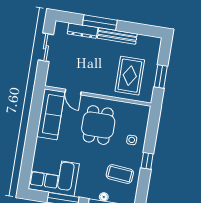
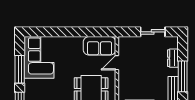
dresser: (83, 31) -> (173, 58), width x0.70
sofa: (51, 114) -> (100, 46), width x0.73

